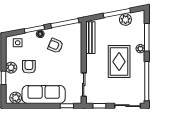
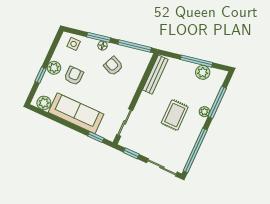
rug: (119, 62) -> (175, 115), width x0.73, depth x0.70

